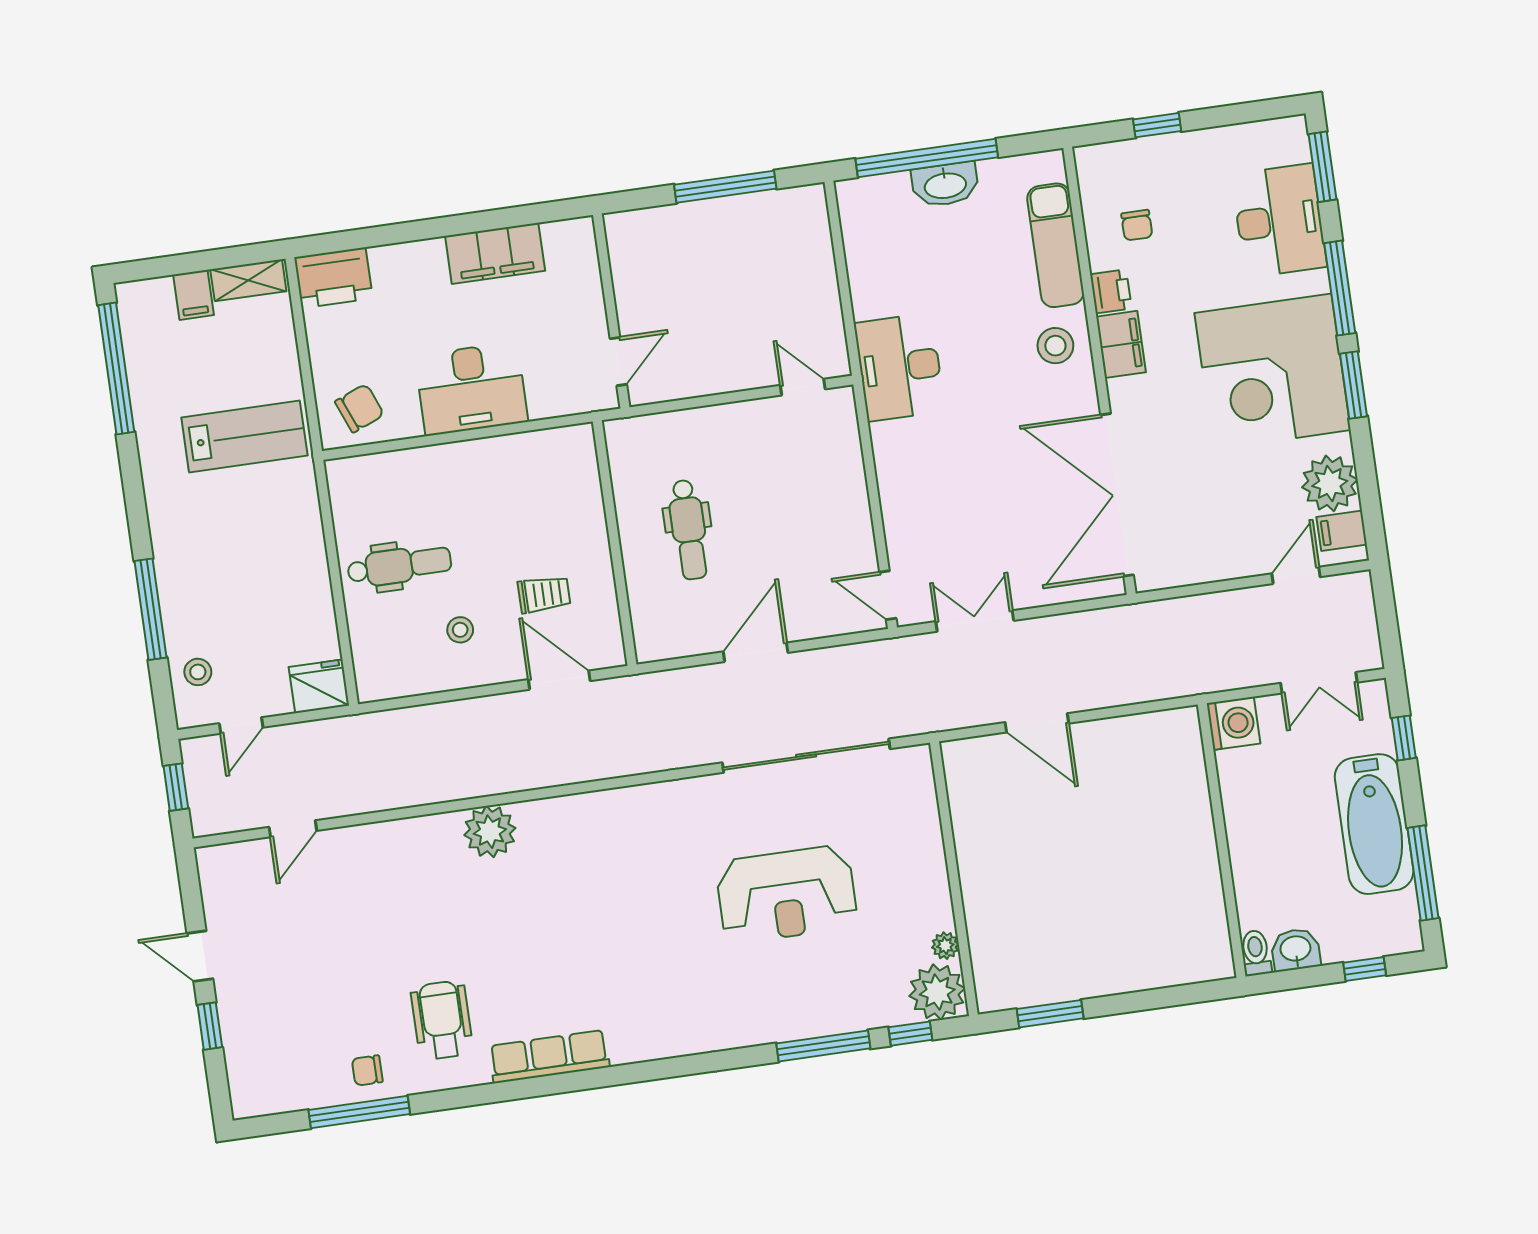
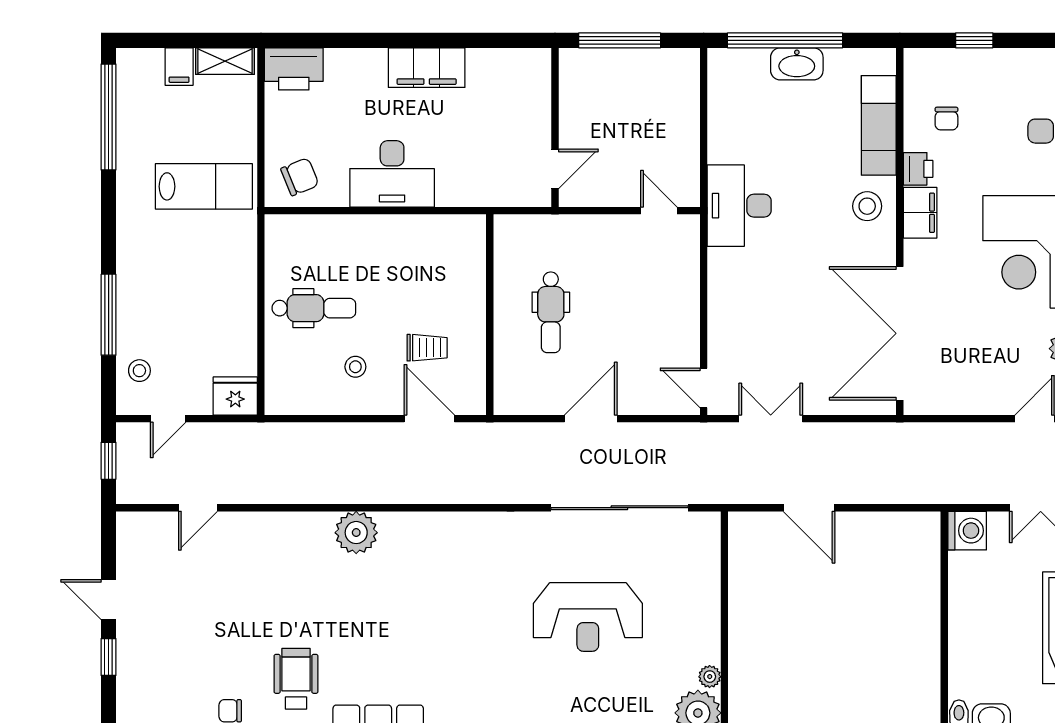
wall: (611, 311) -> (555, 127), moved
door: (618, 361) -> (555, 169), moved

